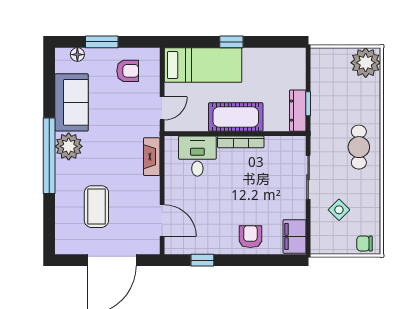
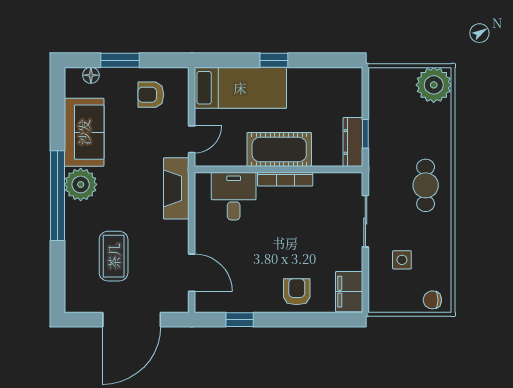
armchair: (128, 71) -> (151, 95), turned 180
fireplace: (152, 157) -> (176, 188), width x1.37, depth x1.32
side table: (339, 210) -> (402, 260), turned 45

